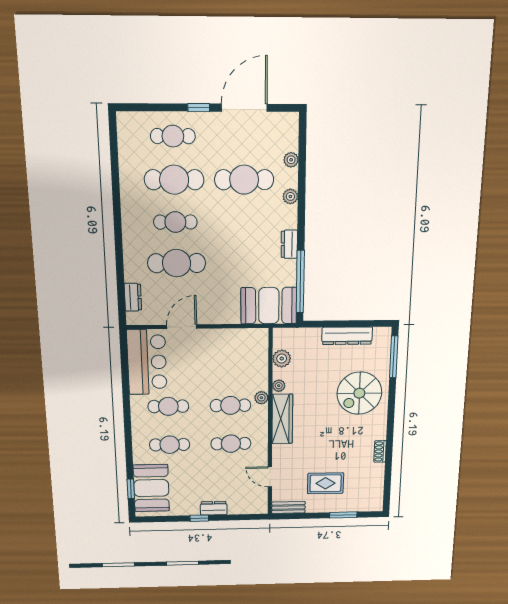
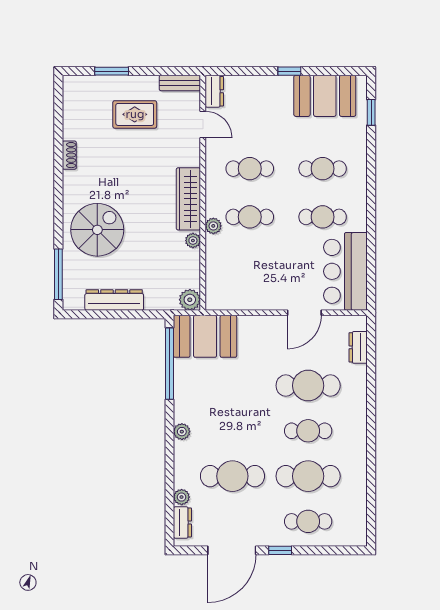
plant: (290, 196) -> (182, 432), moved
dresser: (289, 244) -> (182, 522), moved
plant: (282, 359) -> (190, 300), moved
booth: (151, 488) -> (325, 96), moved, turned 90
dresser: (214, 508) -> (214, 91), moved, turned -90

